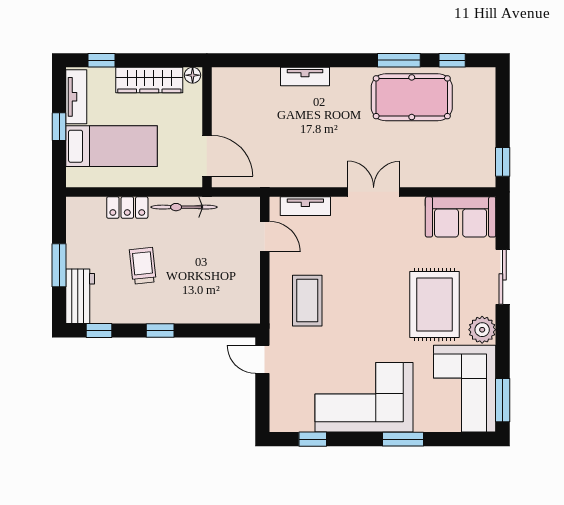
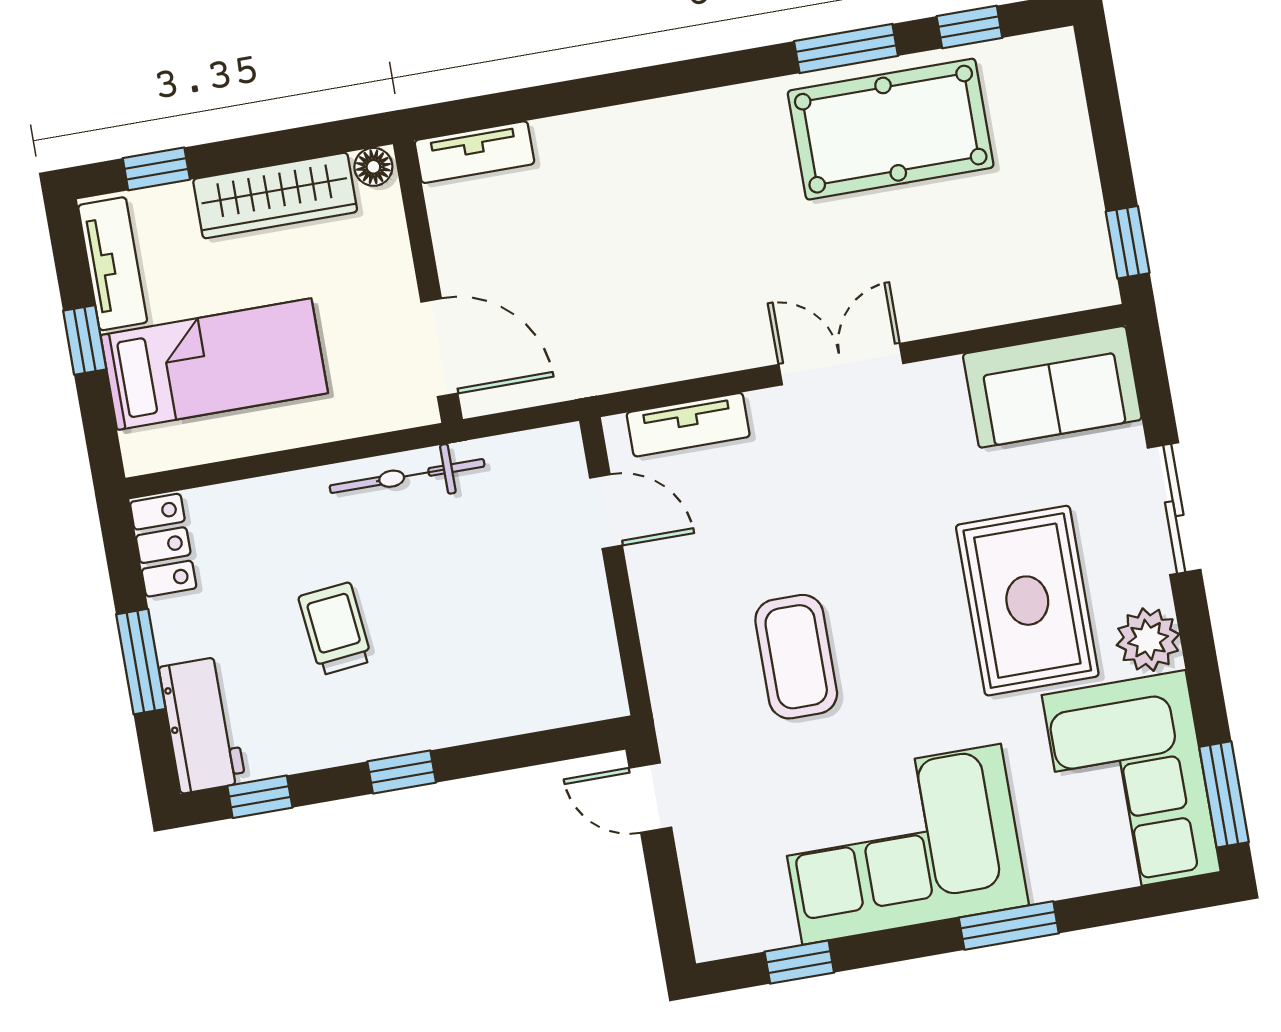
tv unit: (305, 76) -> (475, 152), moved
locker: (127, 208) -> (163, 545), moved, turned -90
coffee table: (307, 301) -> (796, 657), moved

